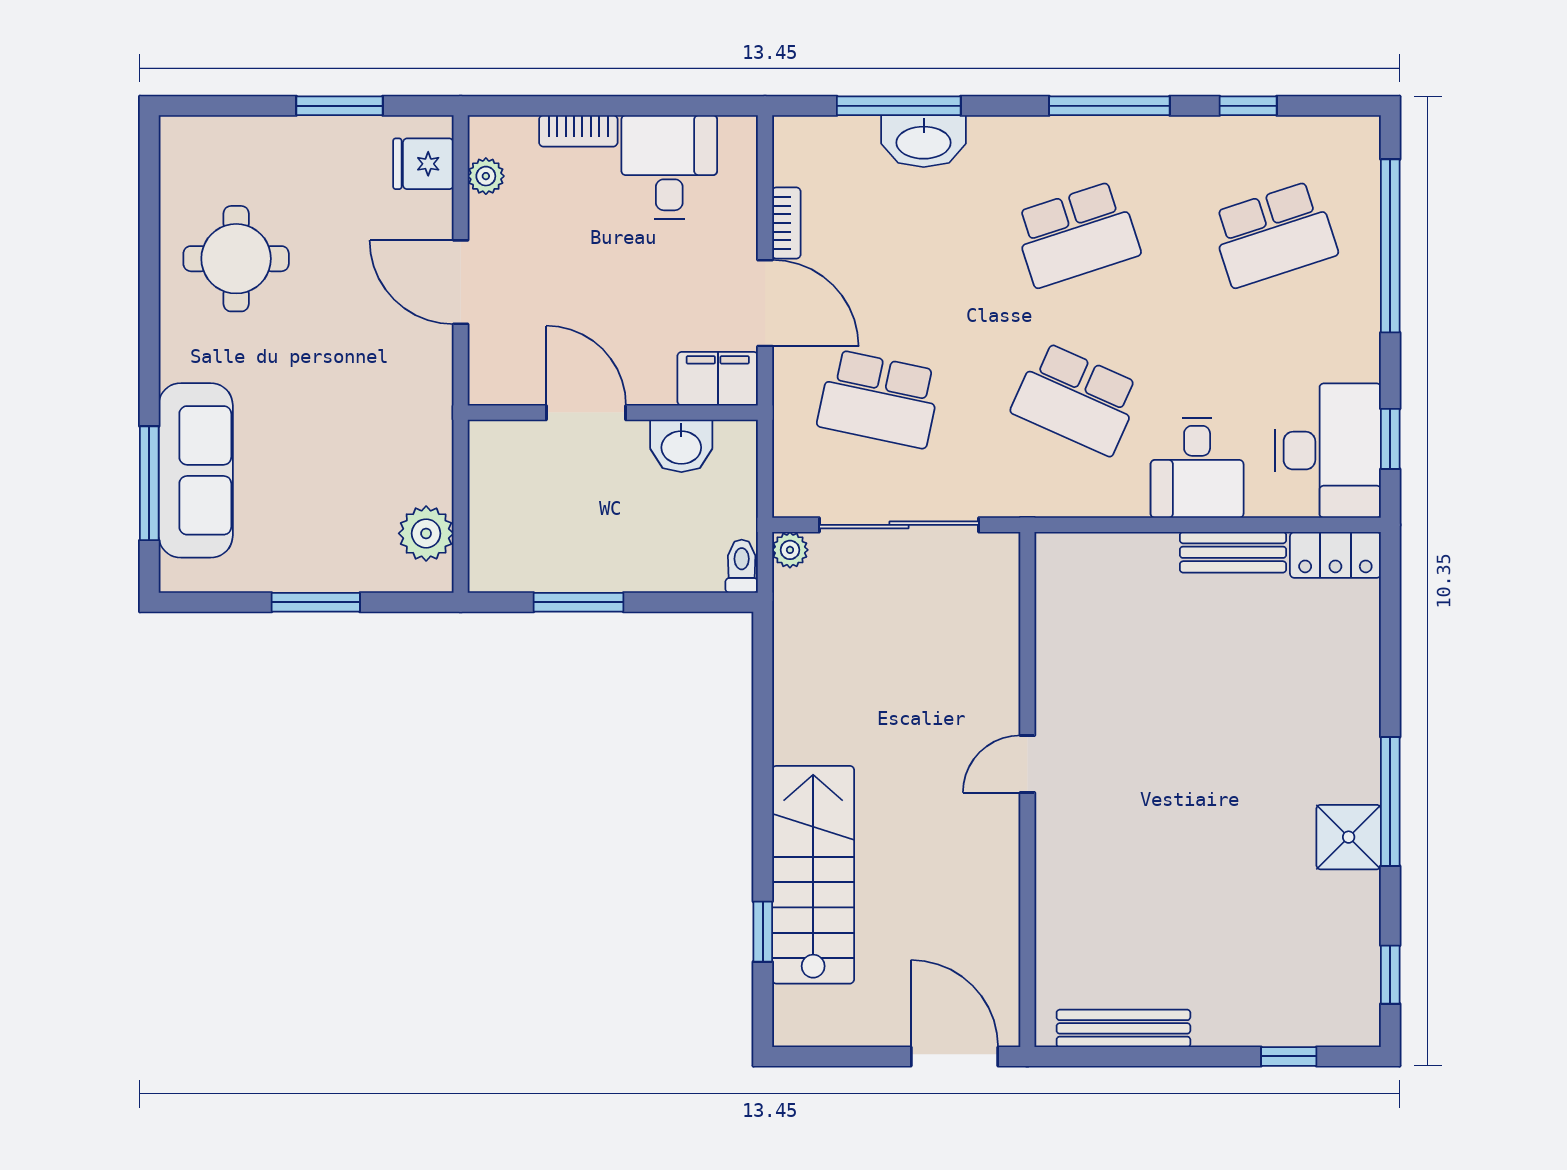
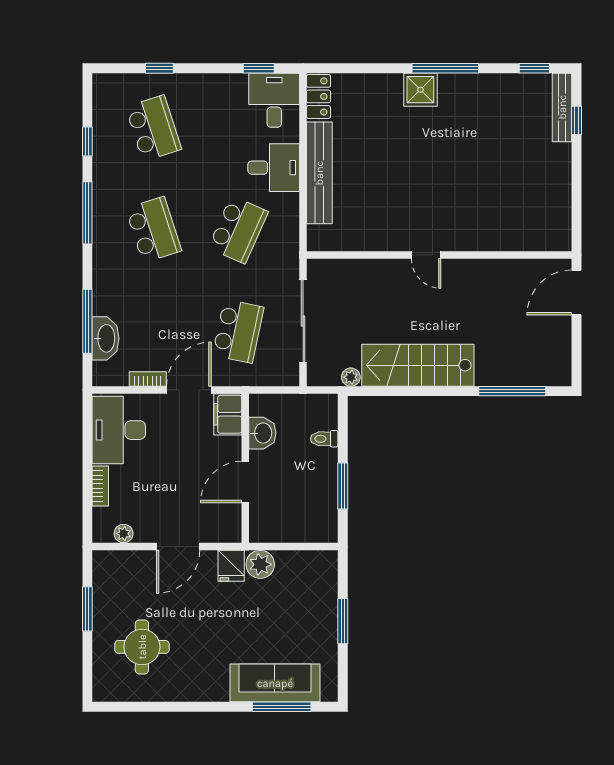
washbasin: (924, 141) -> (106, 338), moved
fridge: (423, 164) -> (231, 566), moved
desk: (669, 167) -> (119, 430), width x1.37
window: (1390, 246) -> (159, 68), width x0.32
round table: (236, 259) -> (142, 647), moved
desk: (1328, 451) -> (274, 100), width x0.73
plant: (426, 533) -> (260, 564), moved
plant: (790, 550) -> (351, 377), moved
bench: (1233, 552) -> (319, 173), width x1.86, depth x1.21
toilet: (742, 566) -> (324, 439), moved
shower: (1349, 837) -> (420, 90), moved
stairs: (813, 875) -> (418, 365), moved
window: (763, 932) -> (512, 391), width x2.17
bench: (1123, 1028) -> (562, 107), moved

